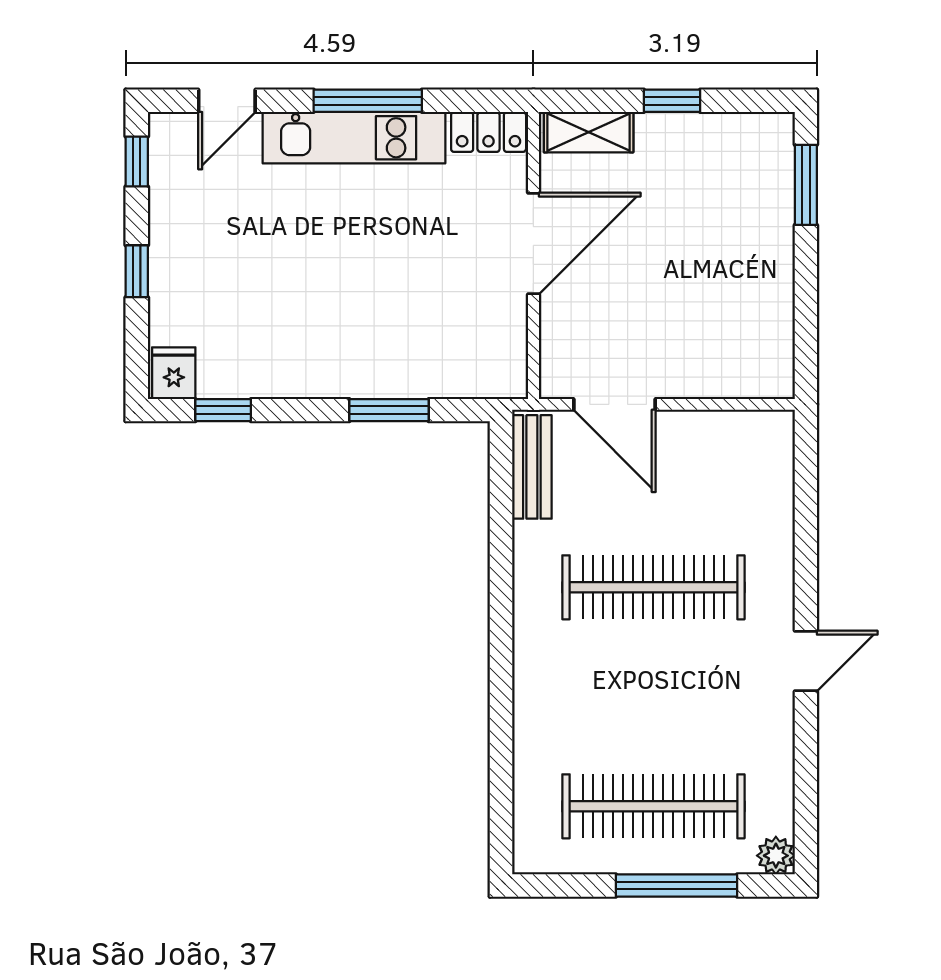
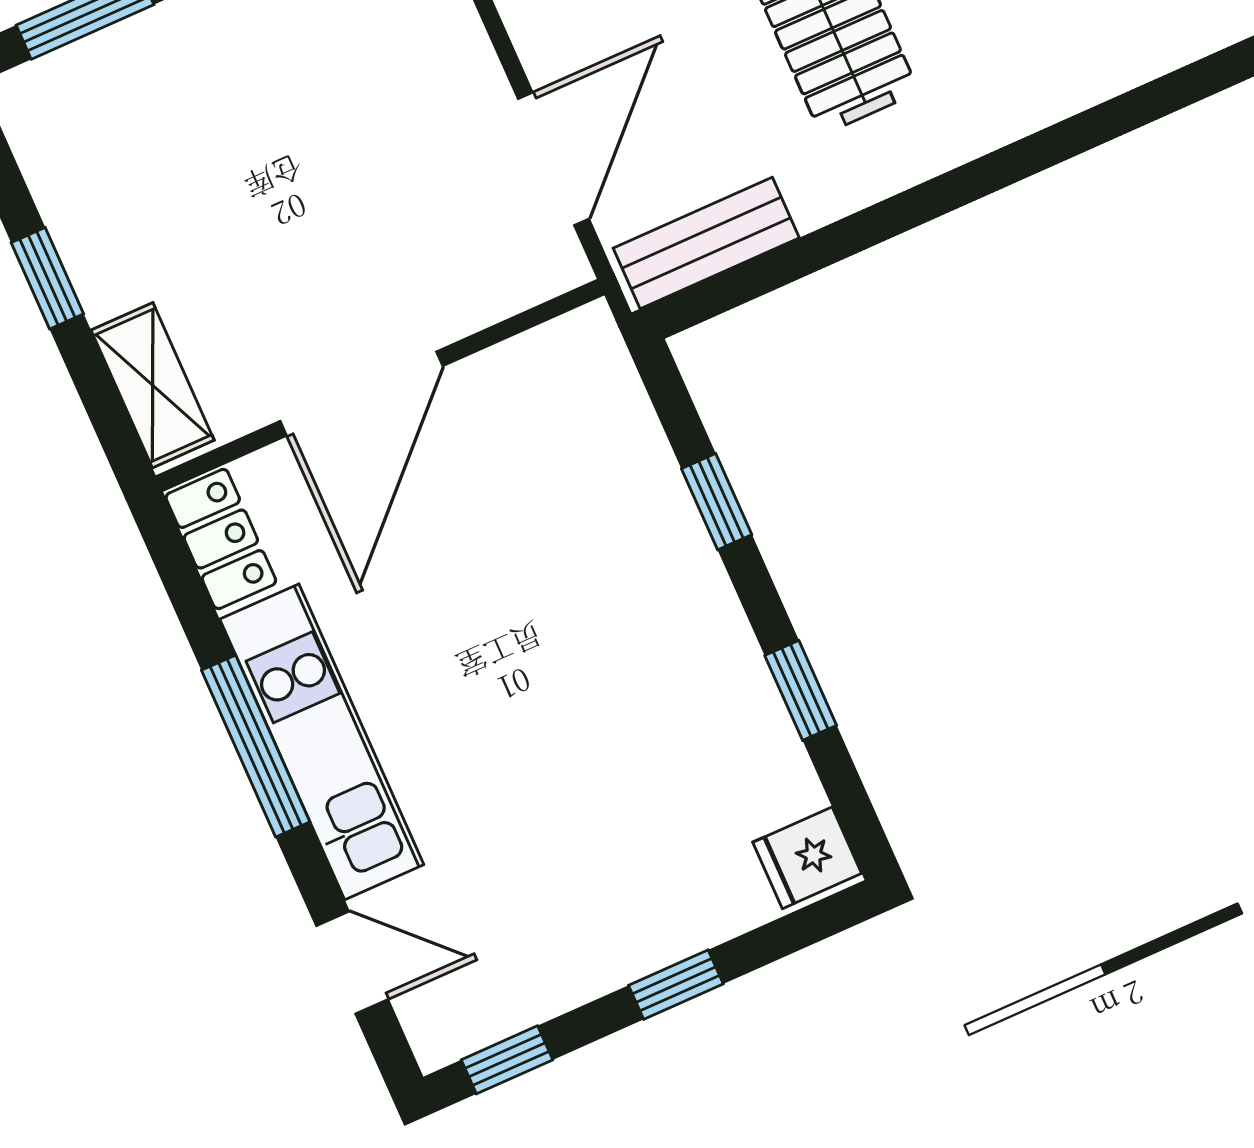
door: (533, 243) -> (361, 394), swing flipped
window: (223, 410) -> (801, 690), moved
window: (389, 410) -> (717, 502), width x0.67

